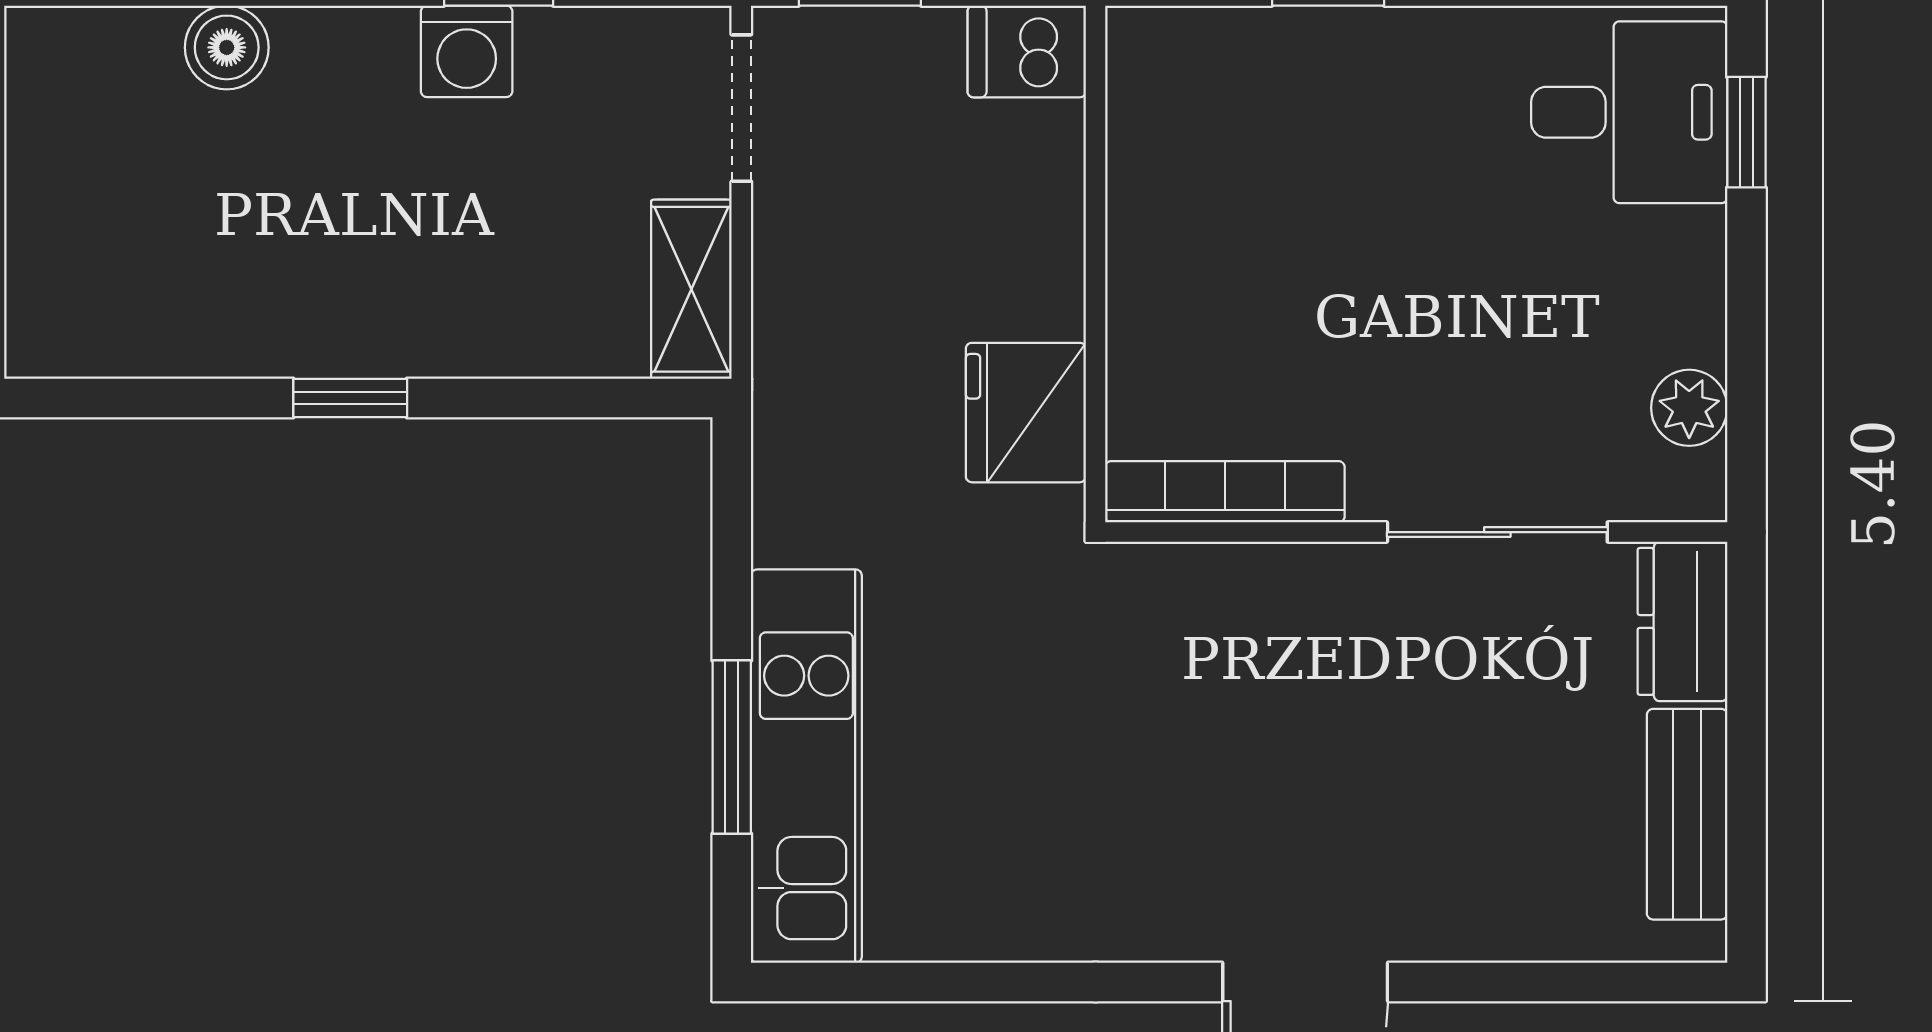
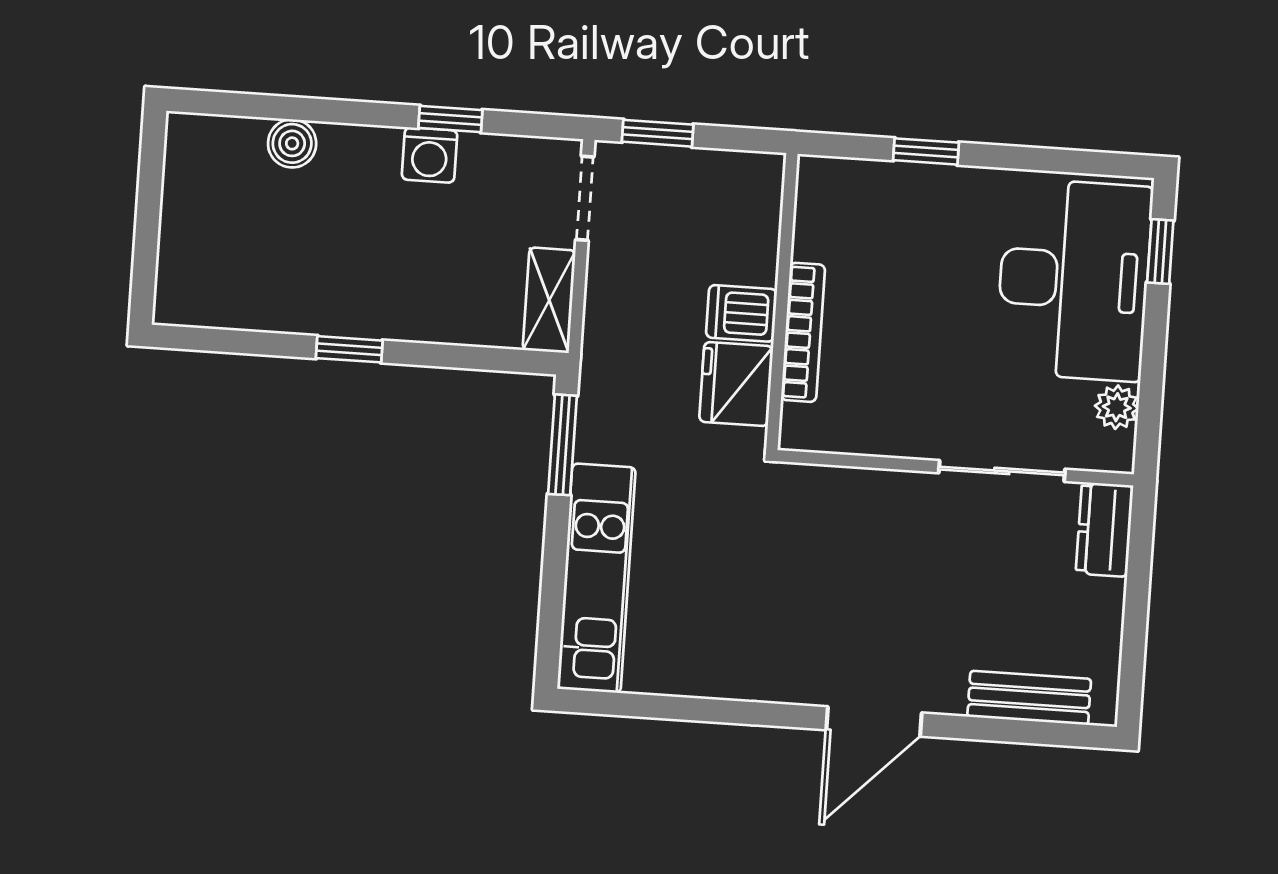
dishwasher: (1027, 51) -> (741, 313), moved
desk: (1629, 112) -> (1074, 280), width x1.87, depth x1.30
bookcase: (1225, 492) -> (803, 332), moved, turned 90
window: (732, 747) -> (563, 445), moved
bench: (1687, 814) -> (1029, 698), moved, turned 90

